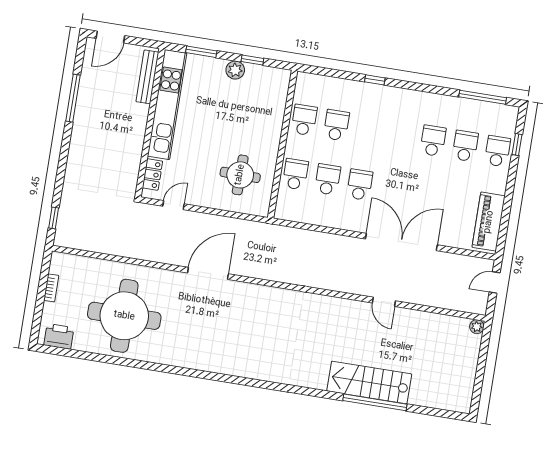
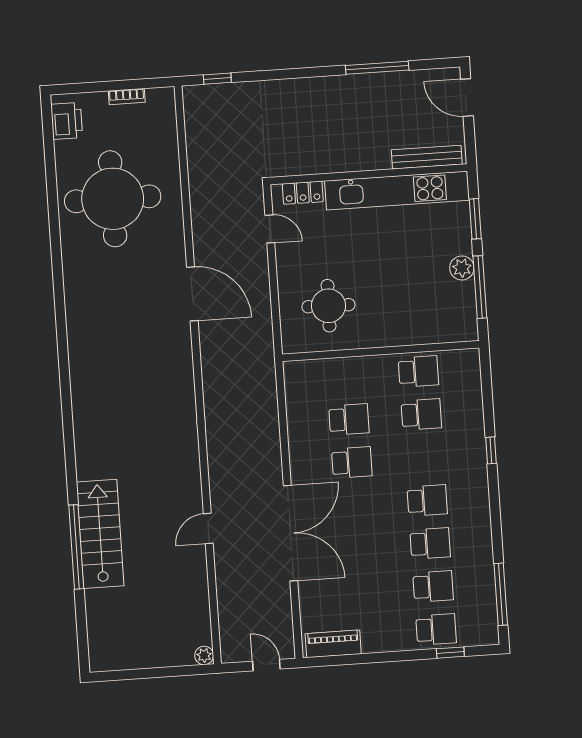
window: (252, 60) -> (480, 287), width x2.17
school desk: (295, 174) -> (427, 500), moved
piano: (489, 222) -> (333, 644), width x0.73, depth x0.75

